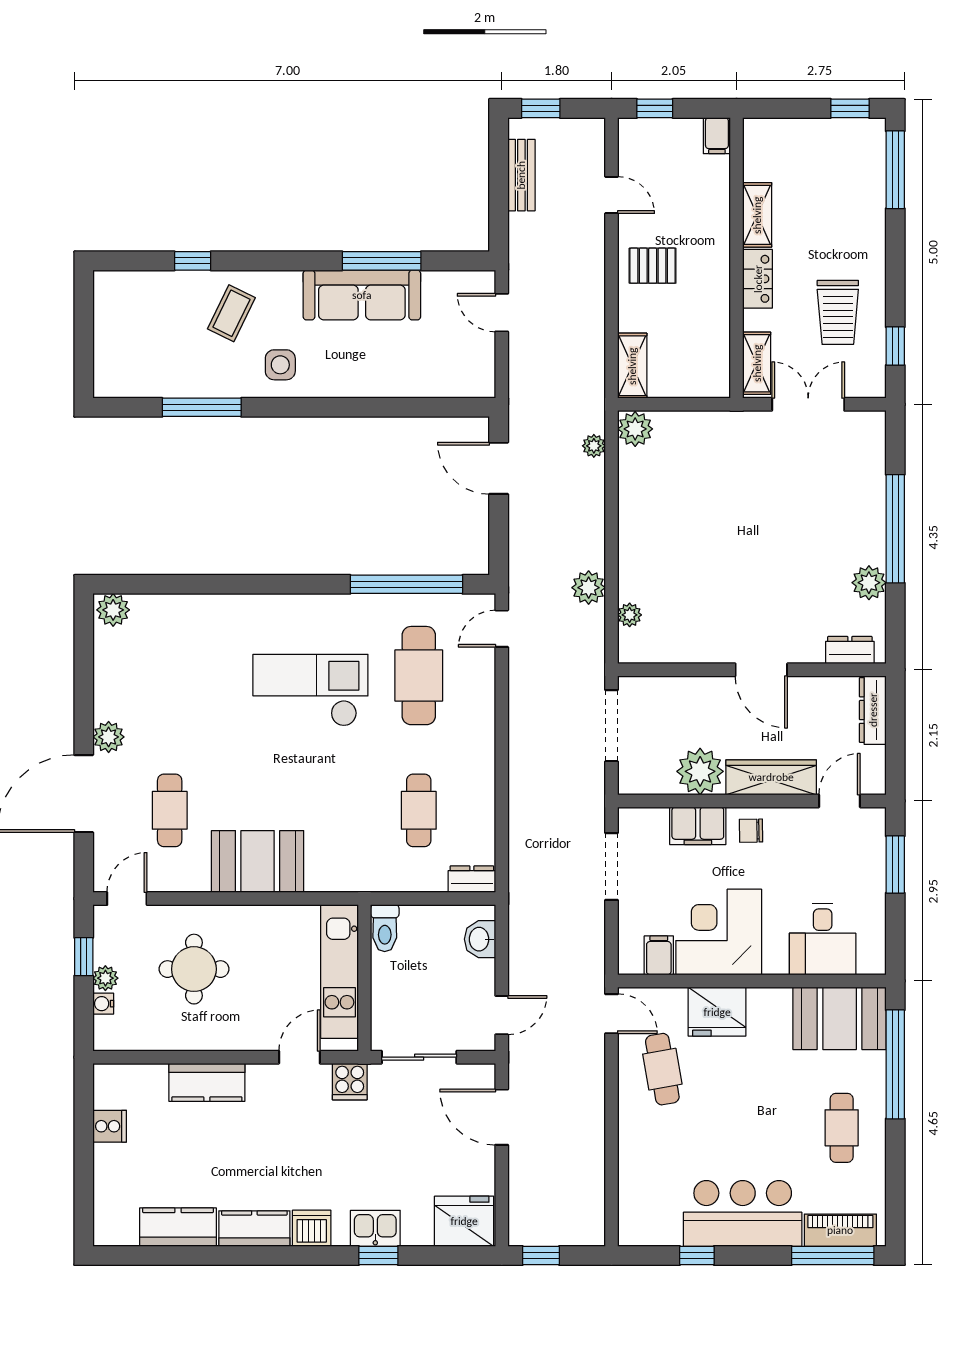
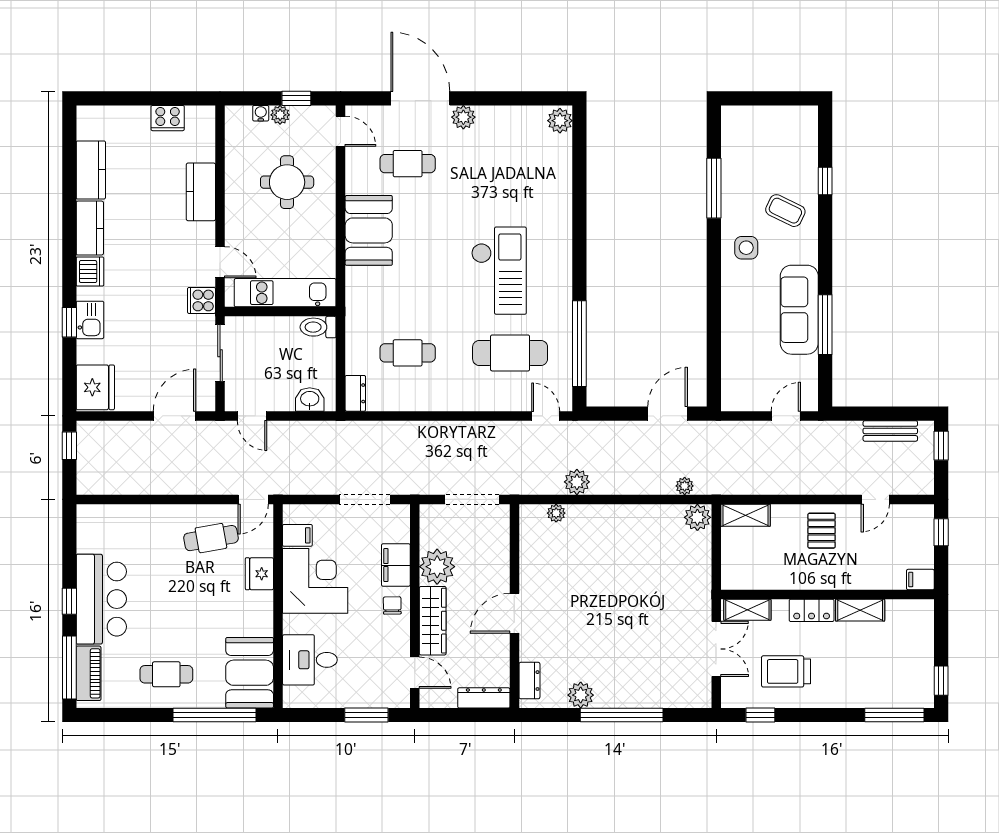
fridge: (717, 1012) -> (259, 574), width x0.73, depth x0.75
cooker: (110, 1126) -> (168, 118), width x1.36
window: (697, 1256) -> (69, 601), moved

